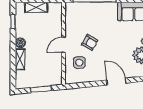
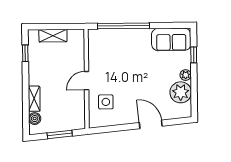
armchair: (90, 42) -> (118, 77), removed
boiler: (20, 43) -> (35, 119), moved

